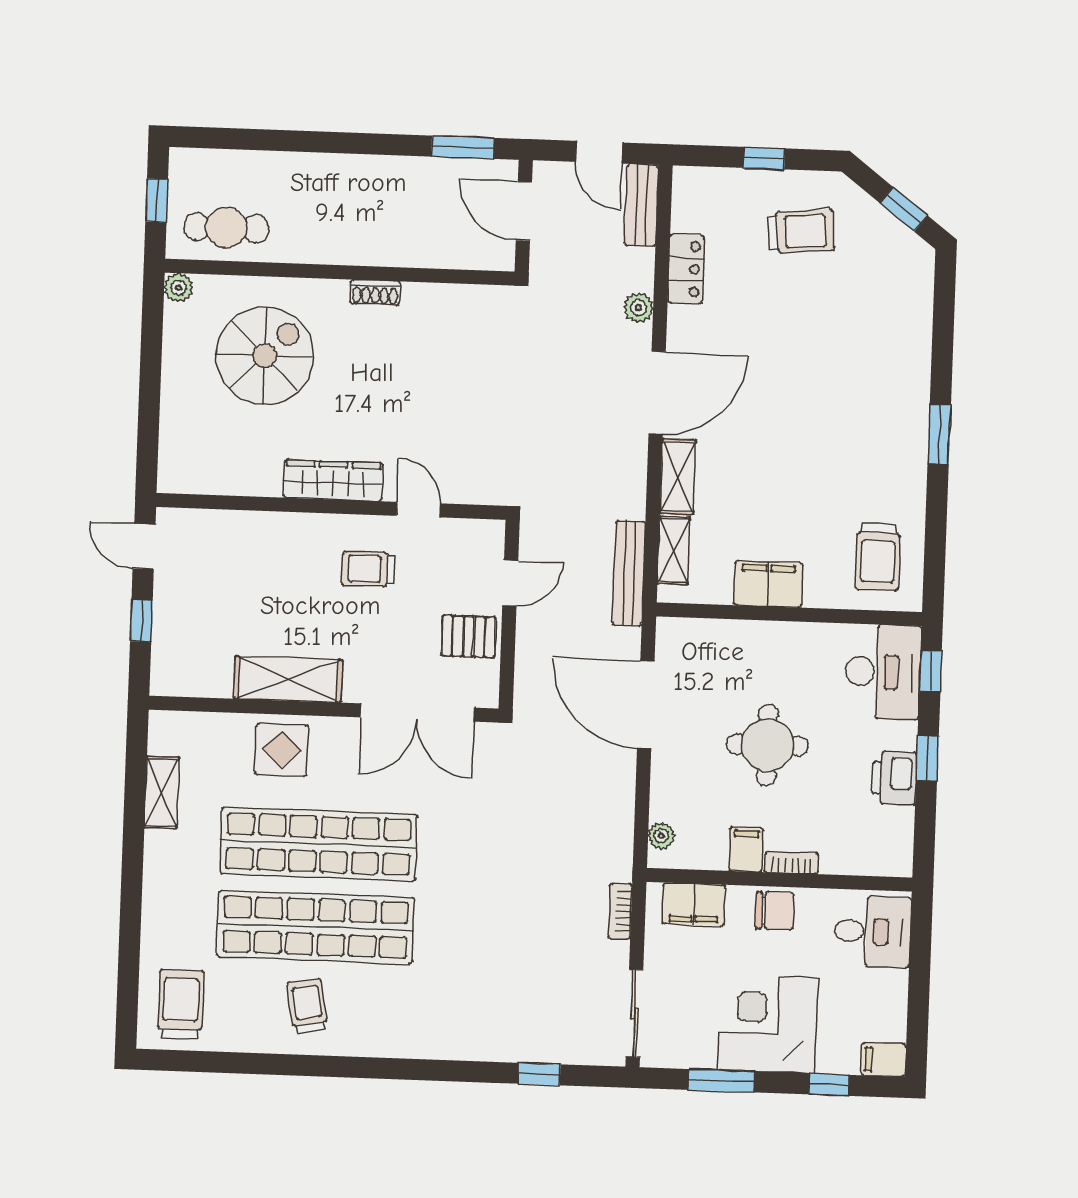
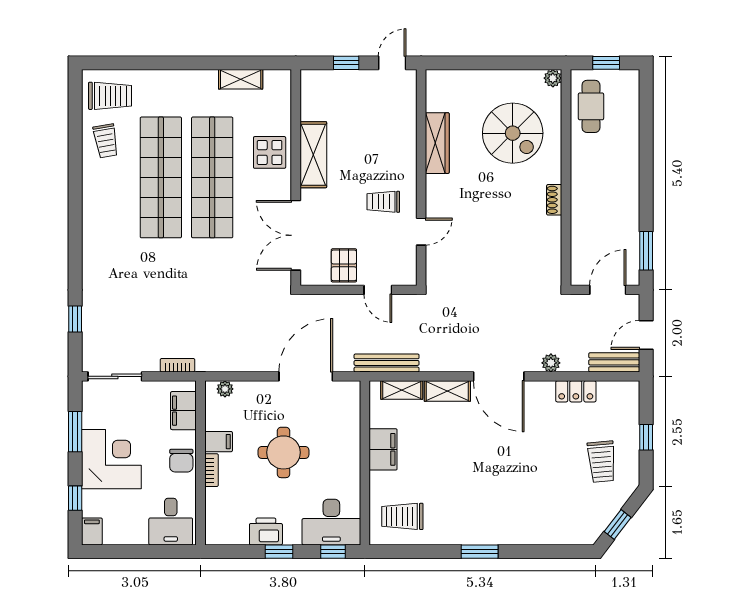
wardrobe: (333, 480) -> (437, 143), moved
trolley: (368, 569) -> (383, 202), turned -90
trolley: (307, 1006) -> (106, 141), moved, turned 90

